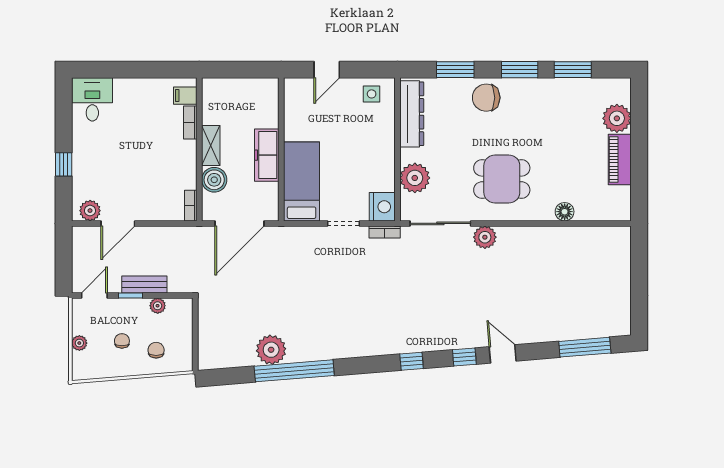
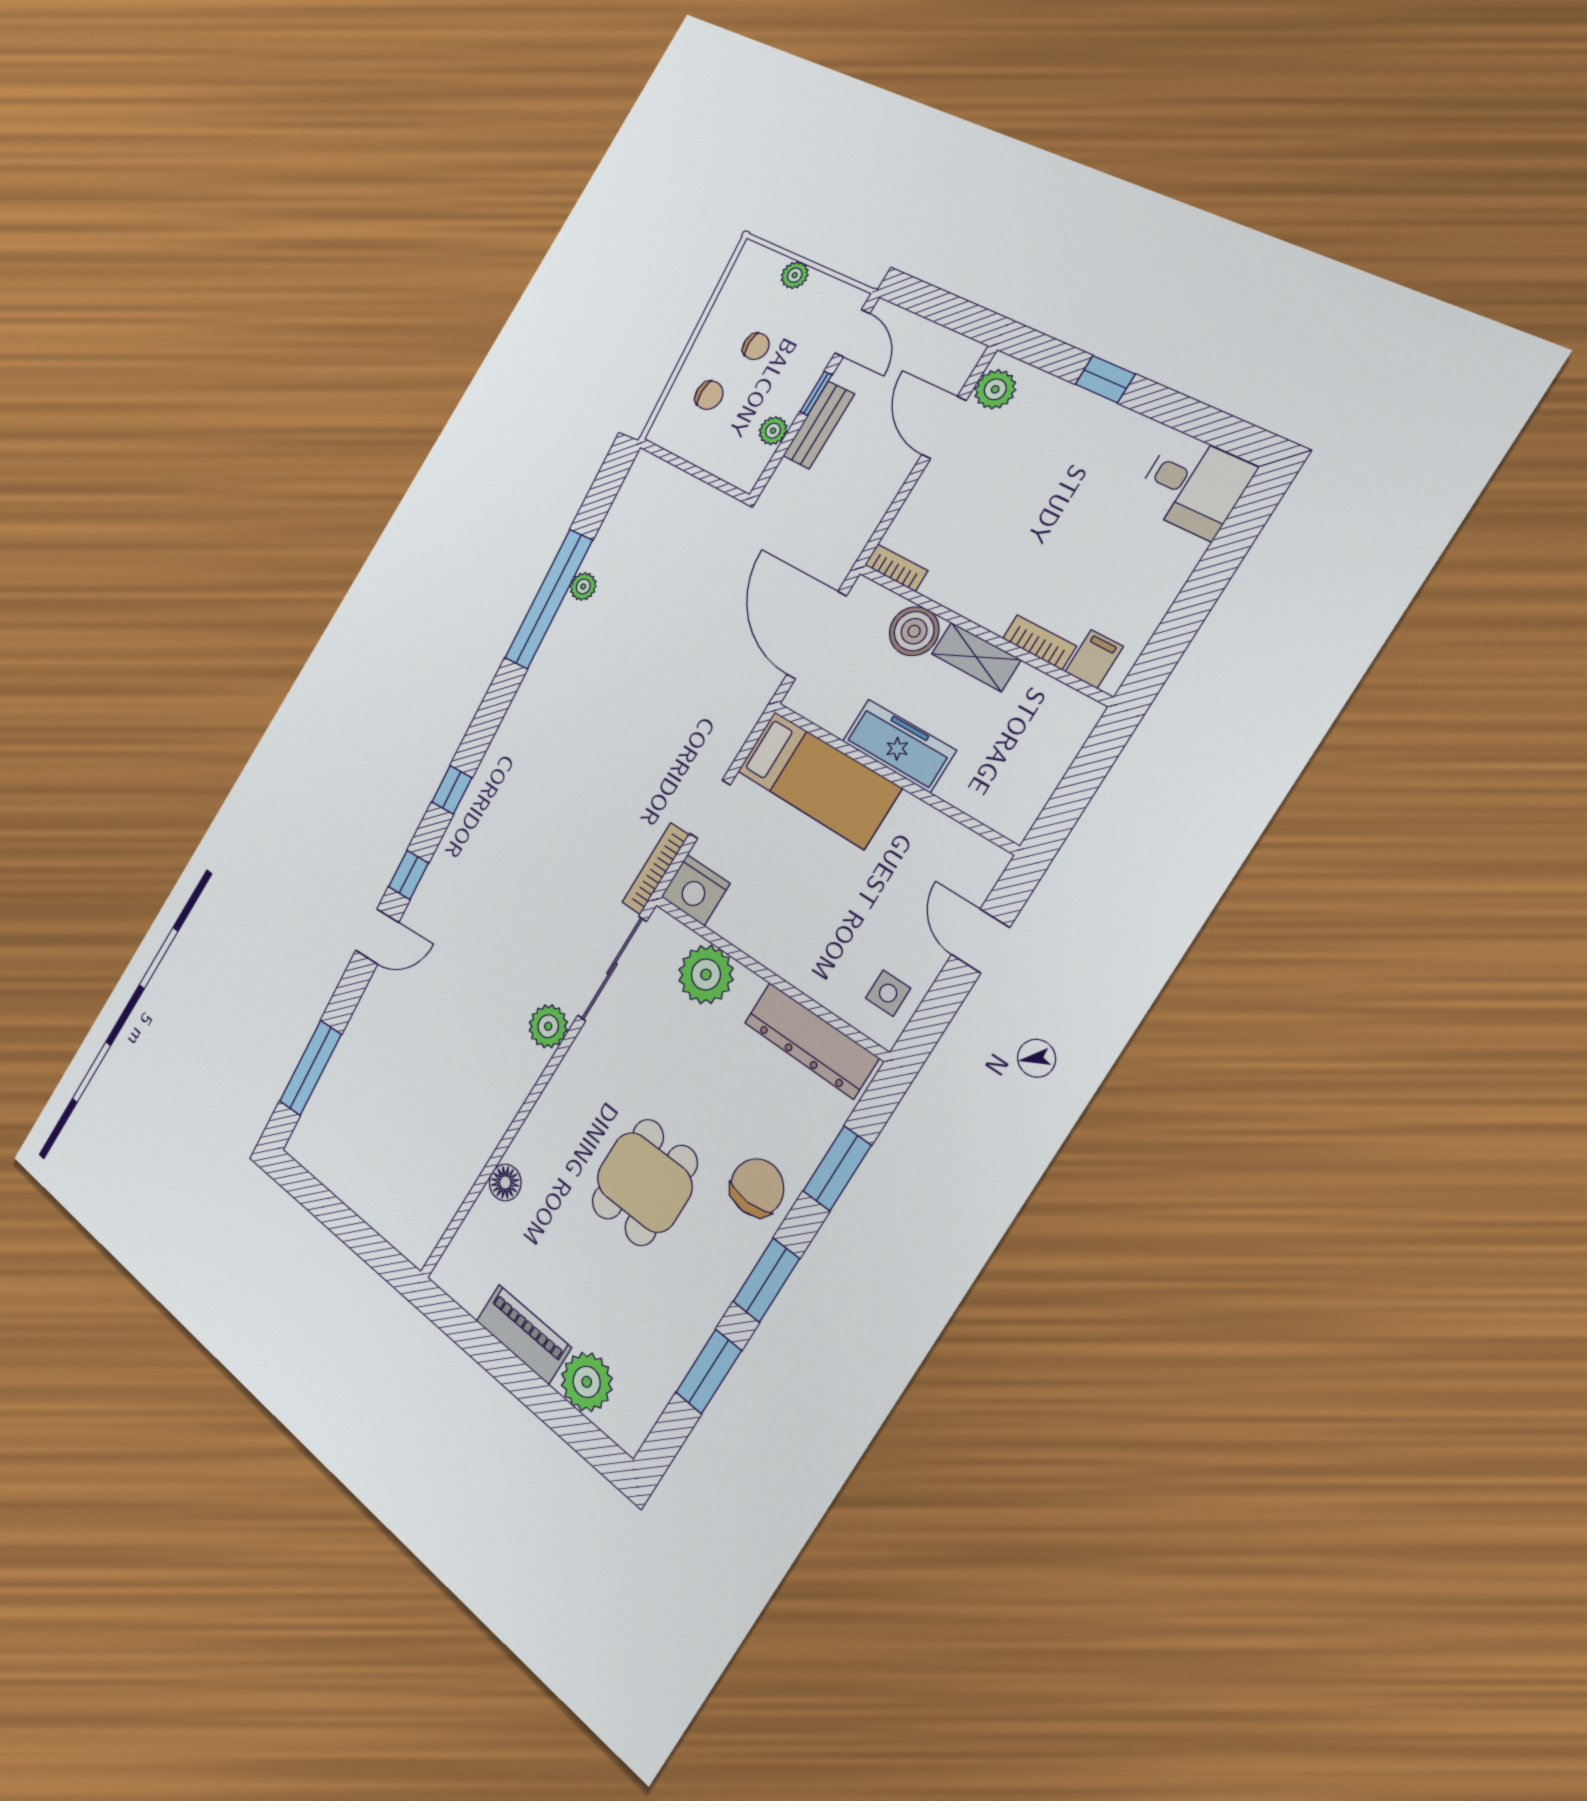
dining table: (502, 179) -> (644, 1182), moved
bookcase: (385, 232) -> (655, 869), width x1.56
plant: (271, 350) -> (583, 586), width x0.53, depth x0.53

